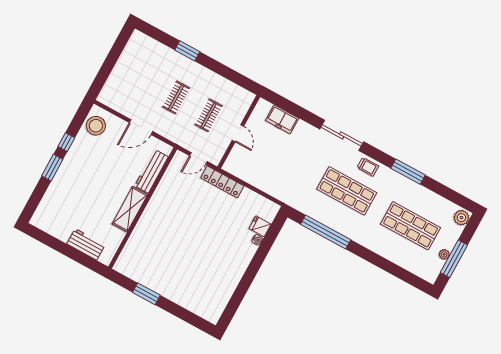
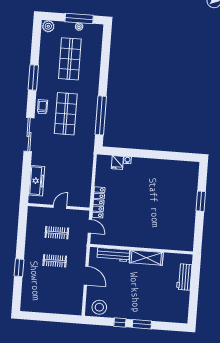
freezer: (282, 119) -> (37, 181), width x1.40
window: (146, 294) -> (201, 201), moved

